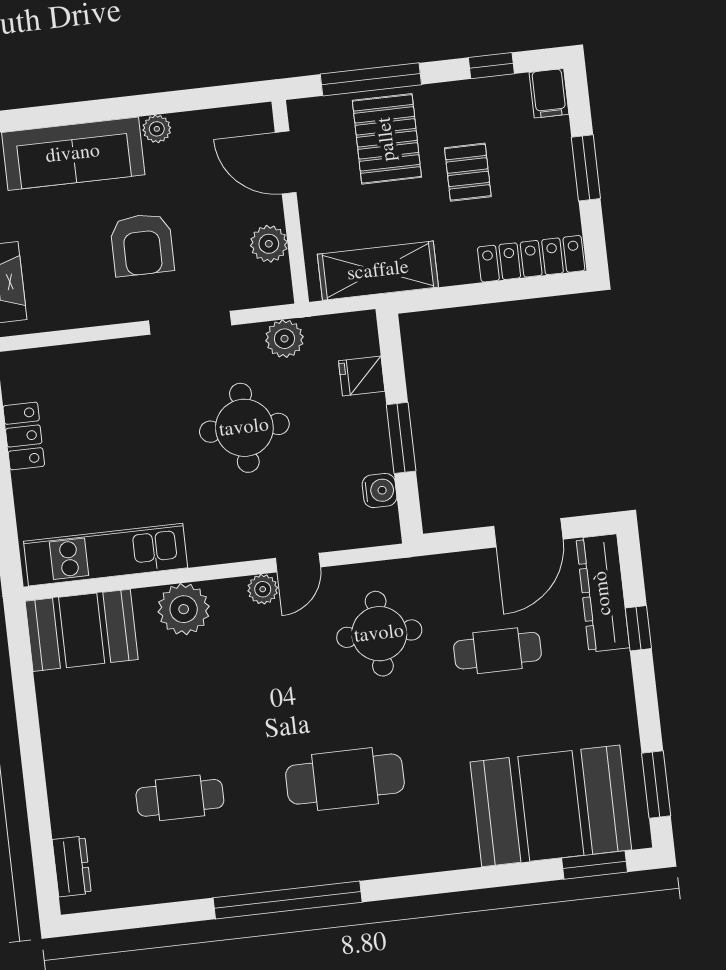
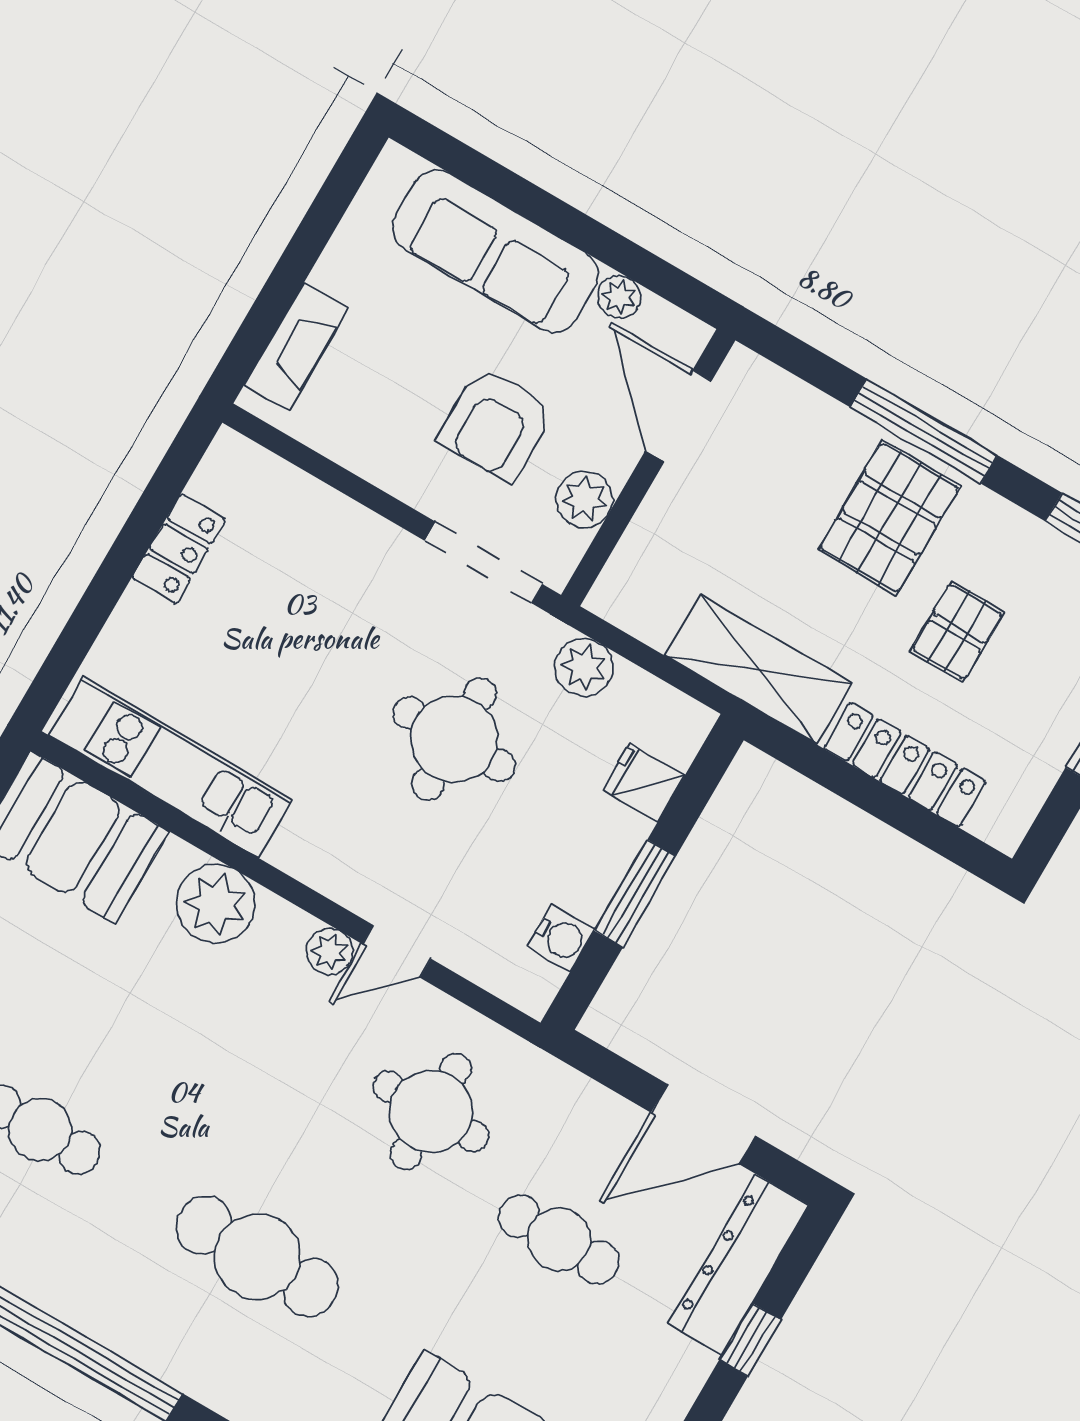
door: (286, 163) -> (678, 416), moved
wall: (290, 202) -> (648, 468), moved
plant: (269, 244) -> (584, 499), moved
locker: (531, 259) -> (905, 765), moved

